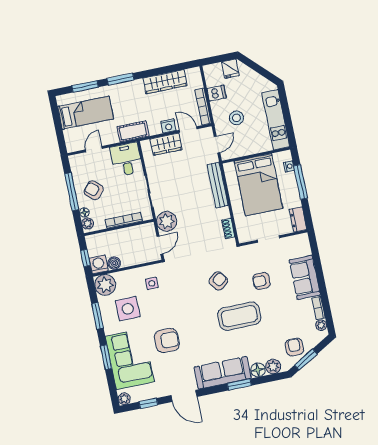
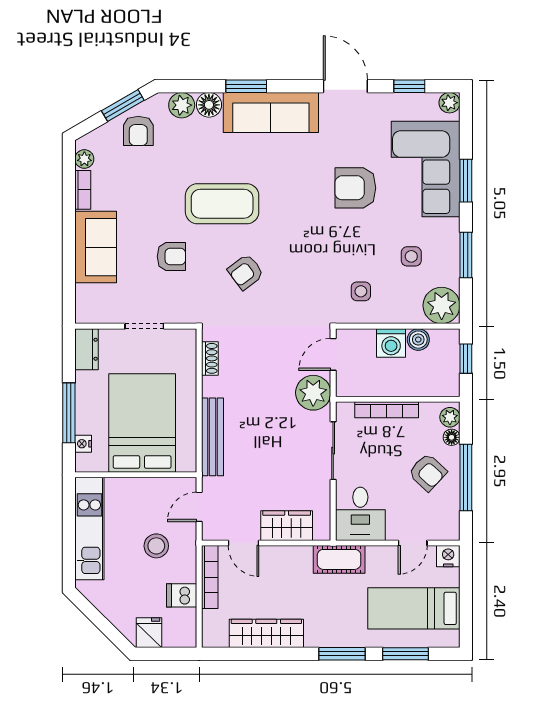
nightstand: (168, 126) -> (448, 556), moved
washing machine: (99, 264) -> (391, 343), moved
side table: (128, 309) -> (411, 256), width x0.54, depth x0.54

